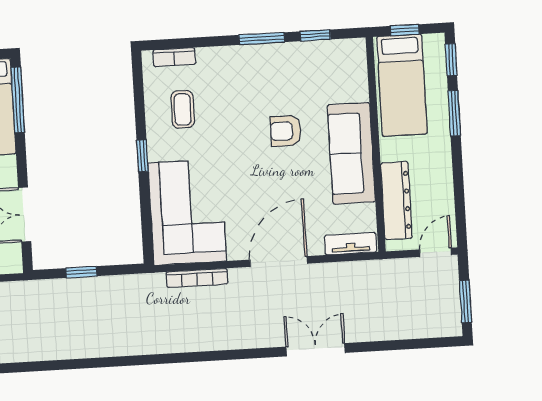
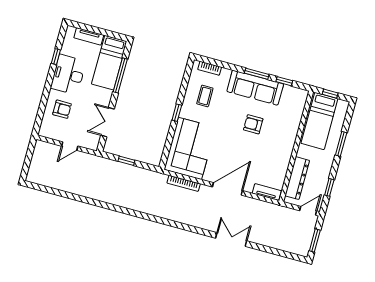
window: (451, 60) -> (329, 187), moved
window: (18, 100) -> (120, 75), moved
sofa: (351, 153) -> (255, 88), moved, turned -90

